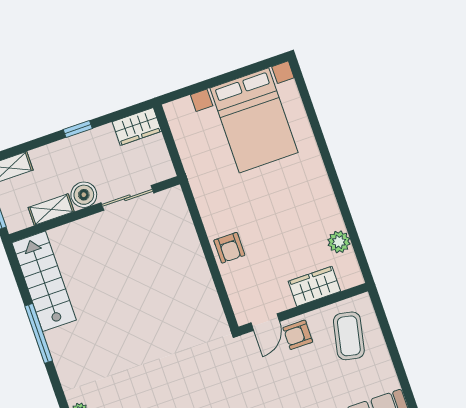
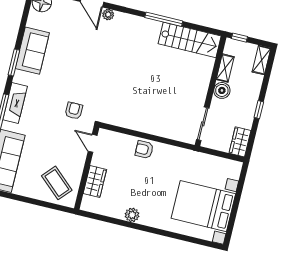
sliding door: (127, 198) -> (203, 124), moved
plant: (339, 242) -> (132, 215), moved
armchair: (298, 335) -> (74, 111), moved
coffee table: (349, 336) -> (57, 183), turned 30

